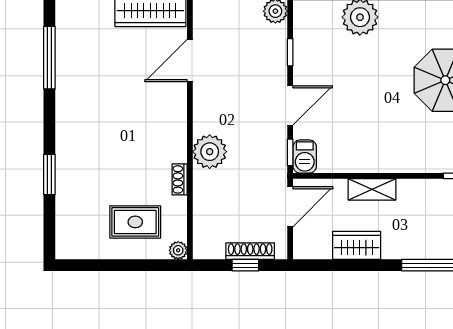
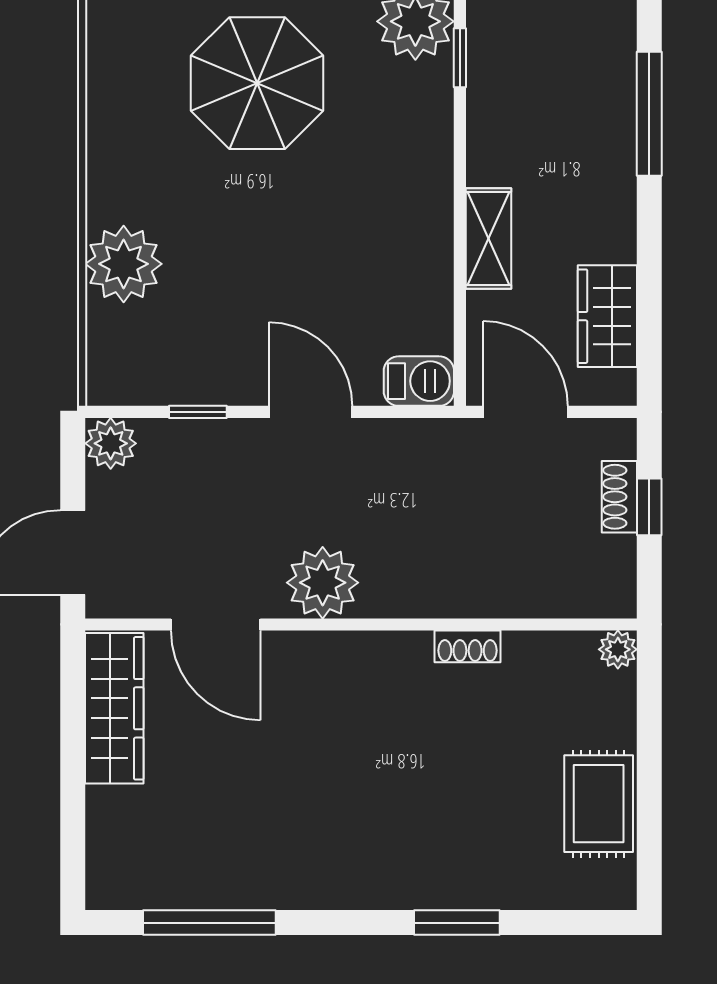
plant: (210, 152) -> (323, 583), moved
window: (290, 152) -> (410, 412), removed
rug: (135, 222) -> (599, 804), moved
wardrobe: (357, 245) -> (607, 316), moved
shoe rack: (250, 251) -> (619, 497), width x0.70

